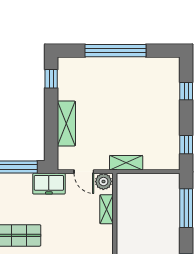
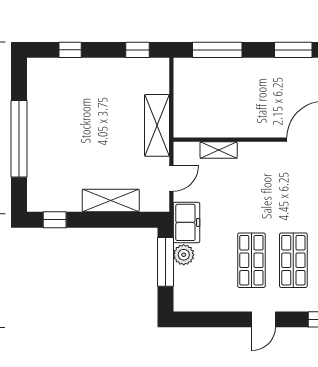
shelving: (126, 163) -> (157, 125), width x1.50, depth x1.33
plant: (103, 182) -> (184, 255), moved

